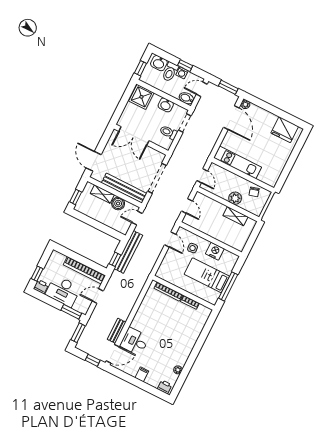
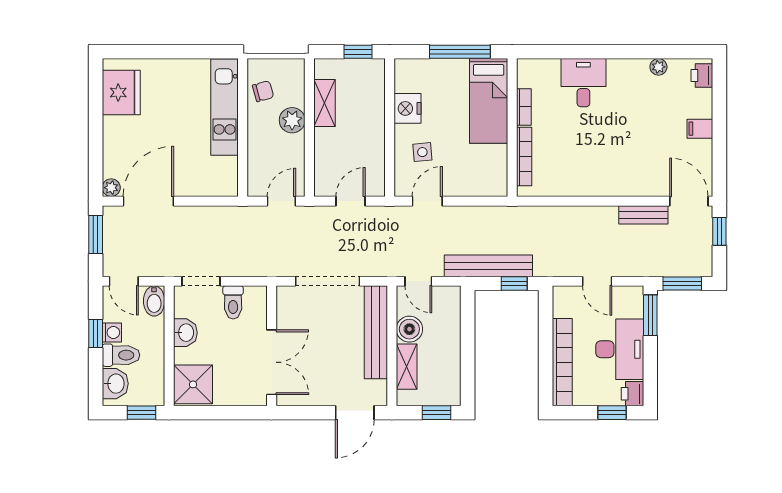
kitchen unit: (238, 162) -> (225, 107), moved
window: (250, 242) -> (358, 52), added
bookcase: (84, 270) -> (562, 362), moved
bed: (207, 275) -> (489, 101), moved
desk: (134, 341) -> (583, 83), moved, turned 180

